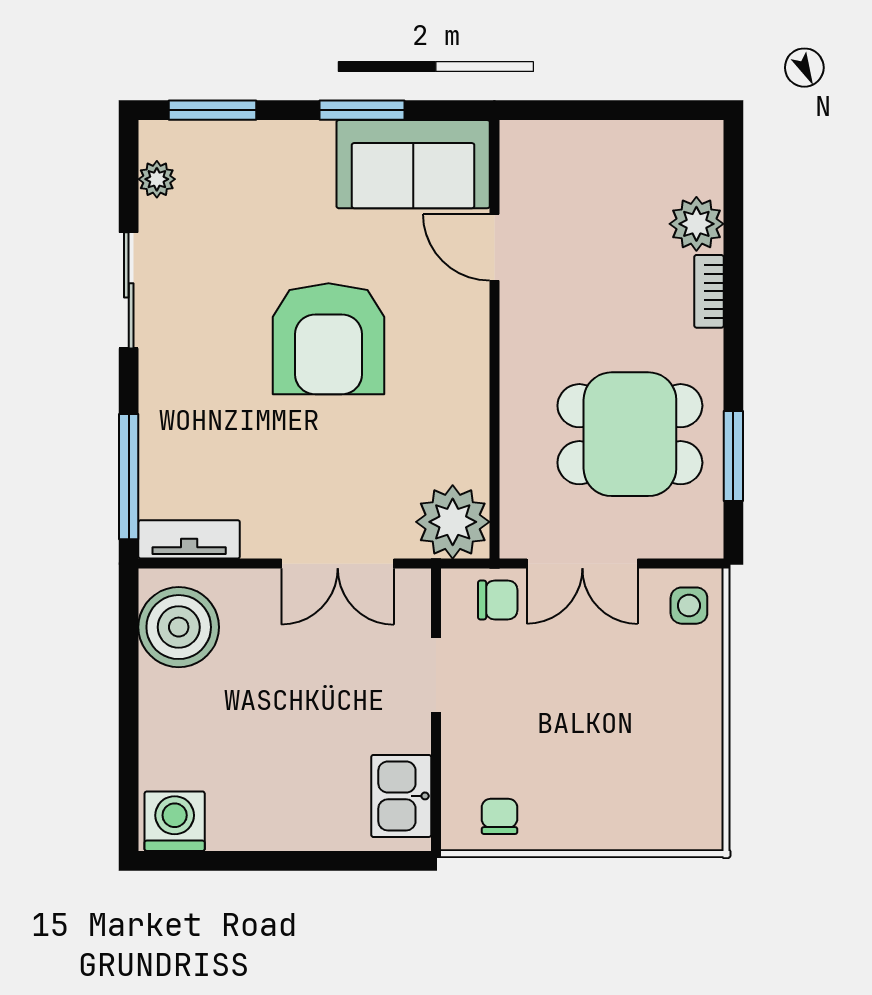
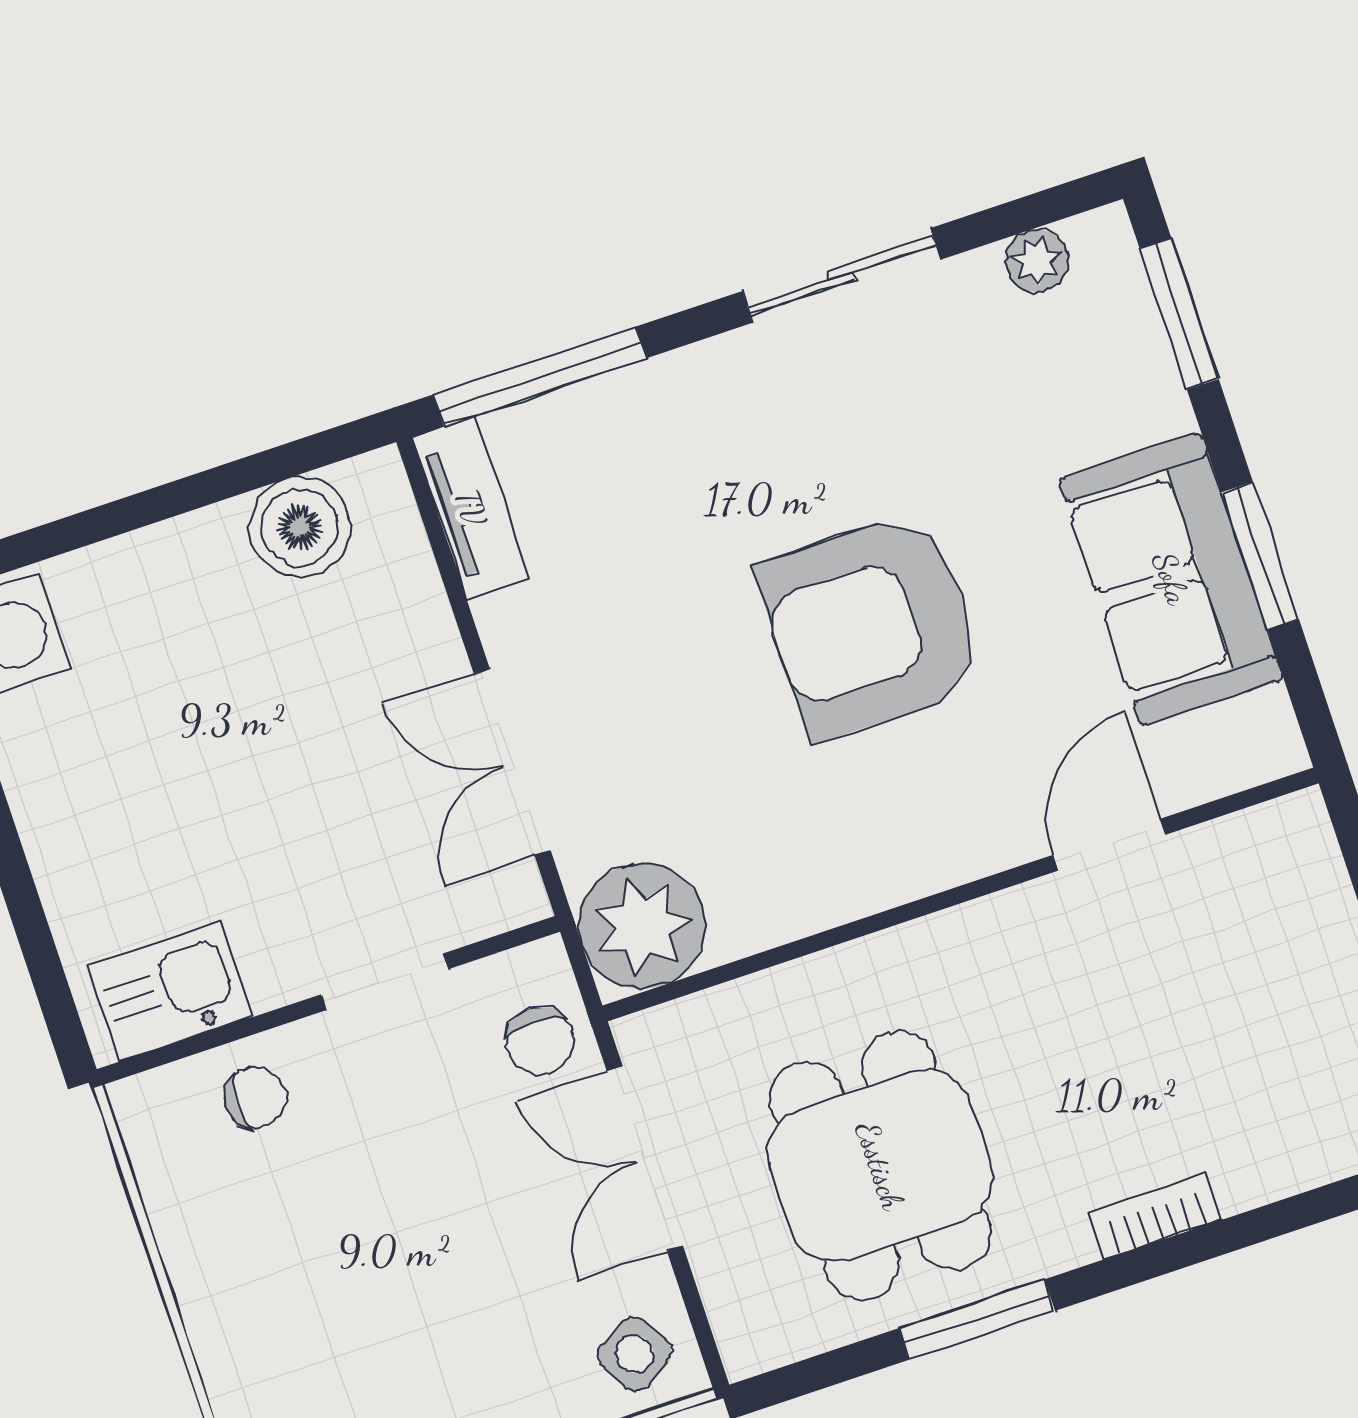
sofa: (413, 164) -> (1171, 579), moved
plant: (696, 224) -> (1257, 1159), removed
window: (733, 456) -> (977, 1319), moved
side table: (689, 606) -> (635, 1354), turned -30
boiler: (179, 627) -> (300, 527), width x0.73, depth x0.73
chair: (499, 816) -> (255, 1097), moved

